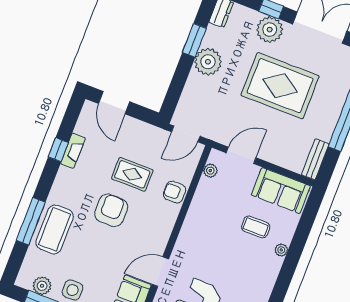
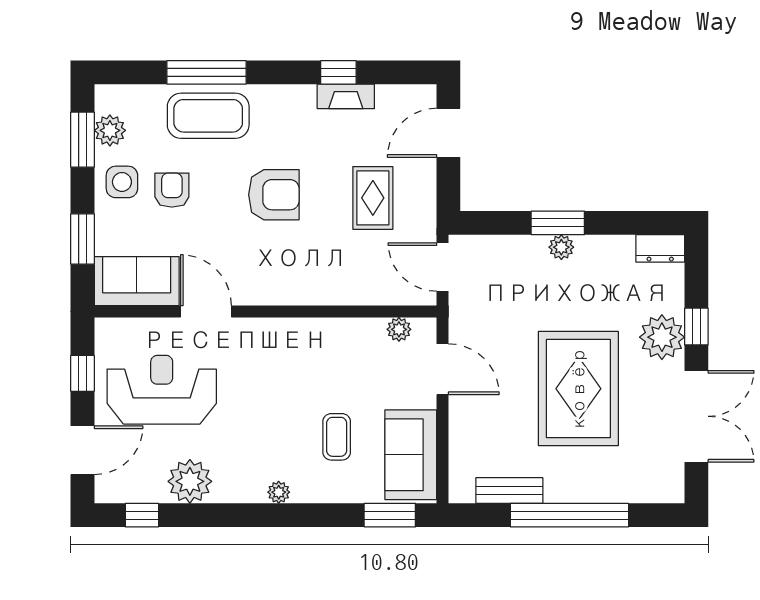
window: (194, 40) -> (558, 223), moved
plant: (208, 62) -> (561, 247), width x0.53, depth x0.53
bench: (315, 159) -> (509, 490), moved
rug: (132, 174) -> (373, 198), moved
armchair: (174, 192) -> (172, 190), moved
window: (309, 214) -> (390, 515), added
plant: (281, 250) -> (279, 492), moved

